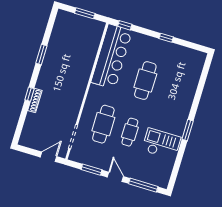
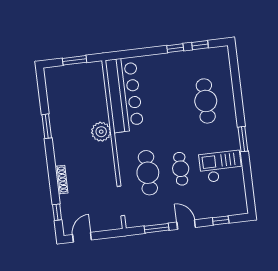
window: (125, 25) -> (200, 45), moved
plant: (81, 77) -> (101, 132), added
cafe table: (145, 81) -> (206, 101), moved
window: (29, 94) -> (57, 212), moved
door: (49, 157) -> (82, 237), moved
window: (143, 185) -> (221, 220), width x0.46

